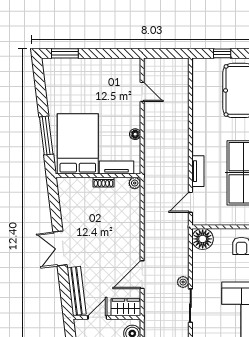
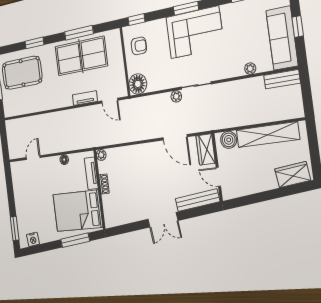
nightstand: (51, 78) -> (33, 239), added

